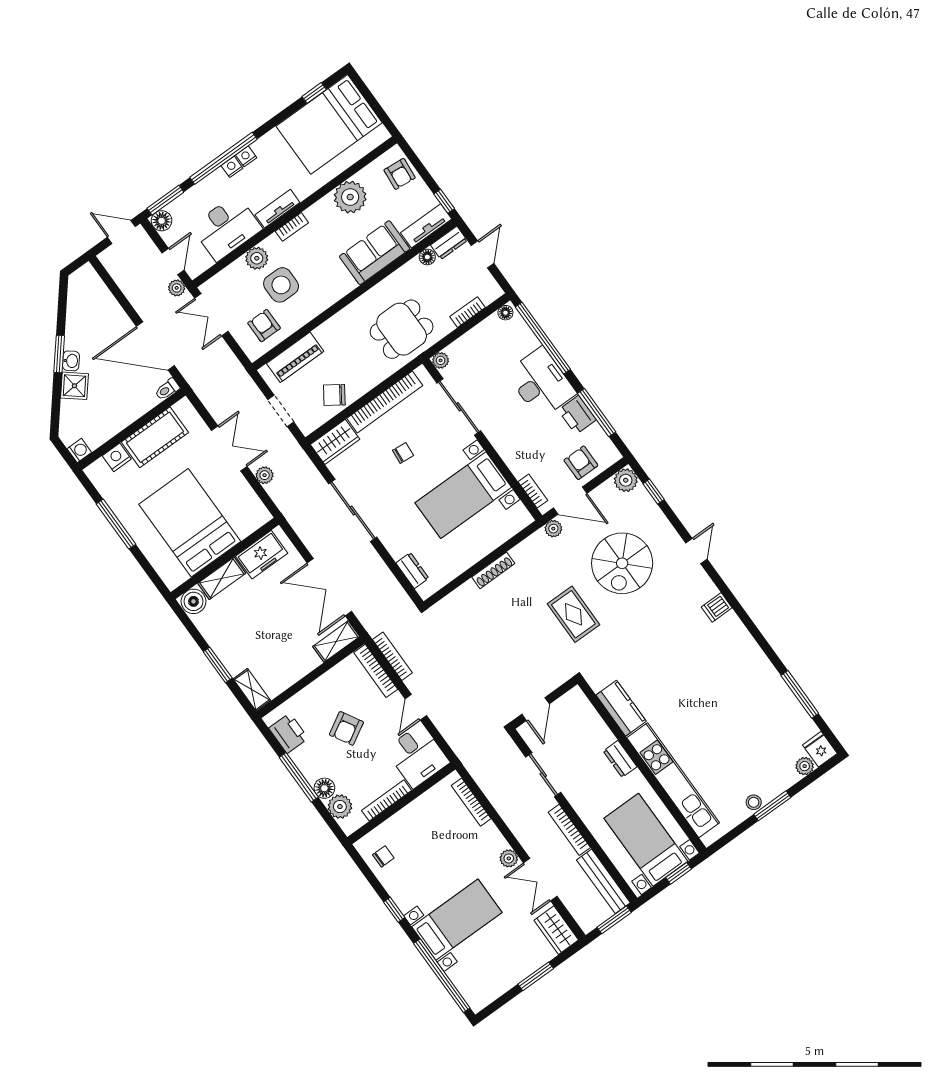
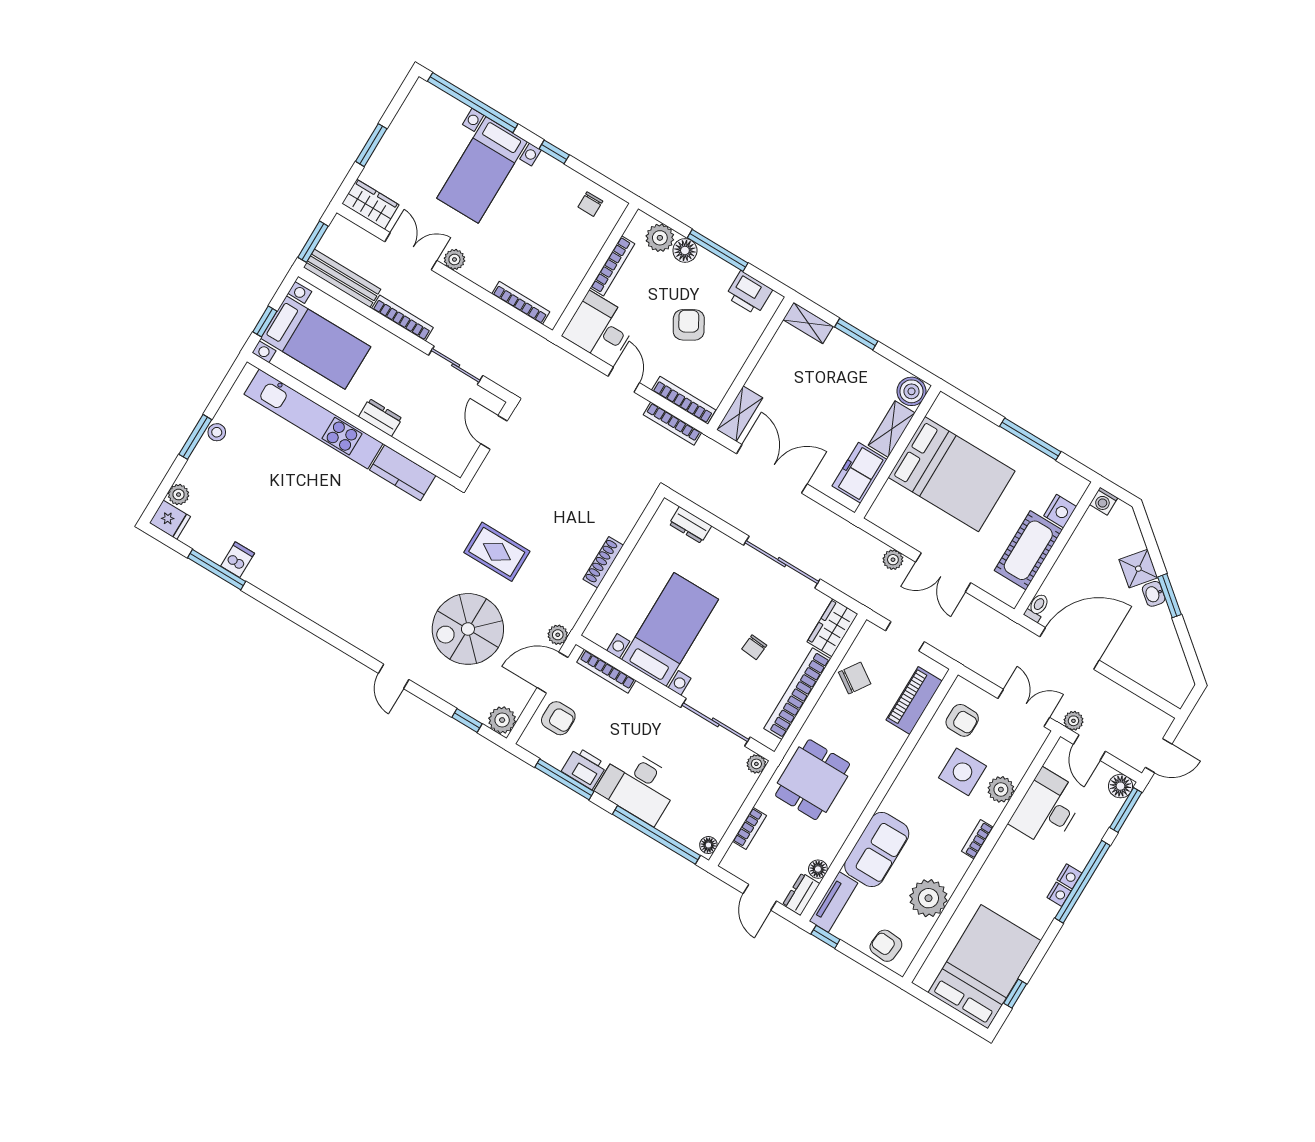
tv unit: (277, 209) -> (1001, 852), removed
bookcase: (533, 491) -> (606, 671), width x1.56
spiral stairs: (622, 563) -> (468, 629), turned -90
dishwasher: (717, 607) -> (238, 560), moved

